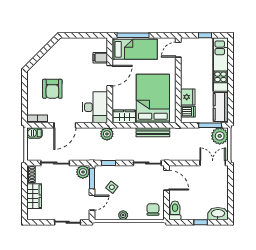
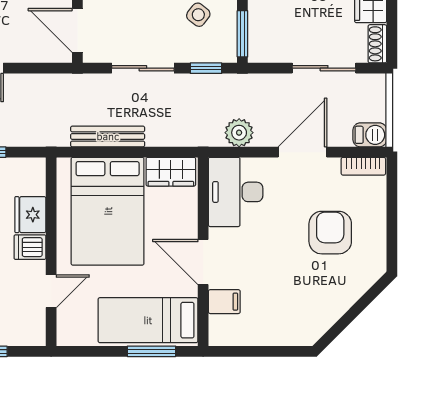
window: (133, 35) -> (152, 351), width x0.69
door: (178, 50) -> (51, 291), moved
door: (110, 76) -> (203, 262), hinge flipped
dishwasher: (188, 112) -> (30, 247), moved
plant: (107, 134) -> (239, 133), moved
sliding door: (147, 163) -> (143, 68), moved
plant: (83, 172) -> (262, 48), removed

